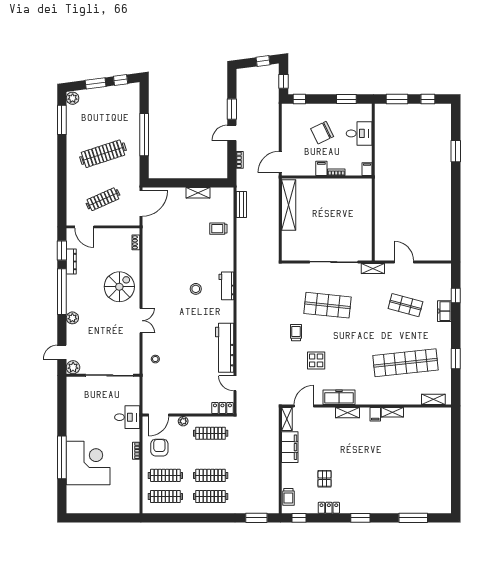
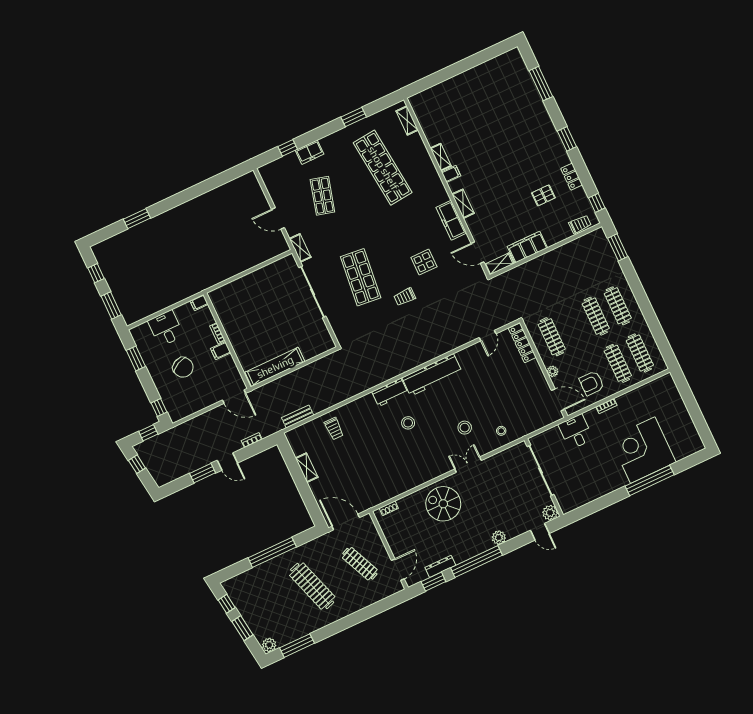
door: (404, 262) -> (278, 218), hinge flipped
stool: (171, 332) -> (465, 428), added
workbench: (225, 348) -> (432, 375), moved
locker: (222, 408) -> (522, 343), width x1.53

